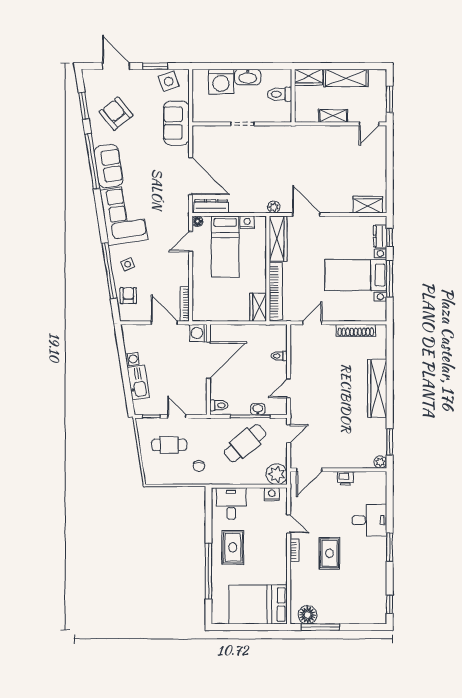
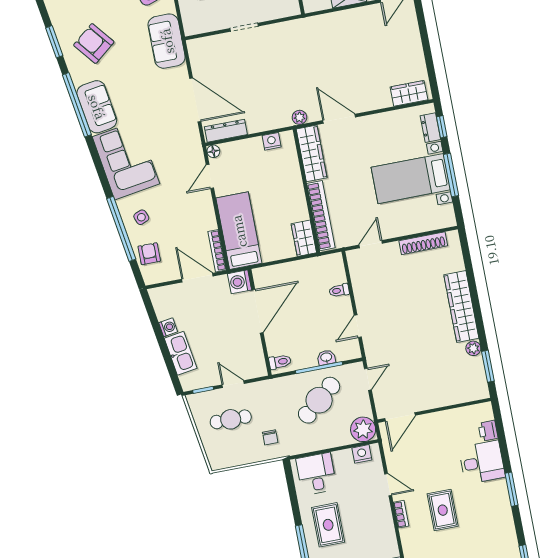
bed: (225, 247) -> (239, 231), moved, turned 180
plant: (380, 462) -> (473, 348), moved
printer: (345, 478) -> (488, 431), moved, turned 90

